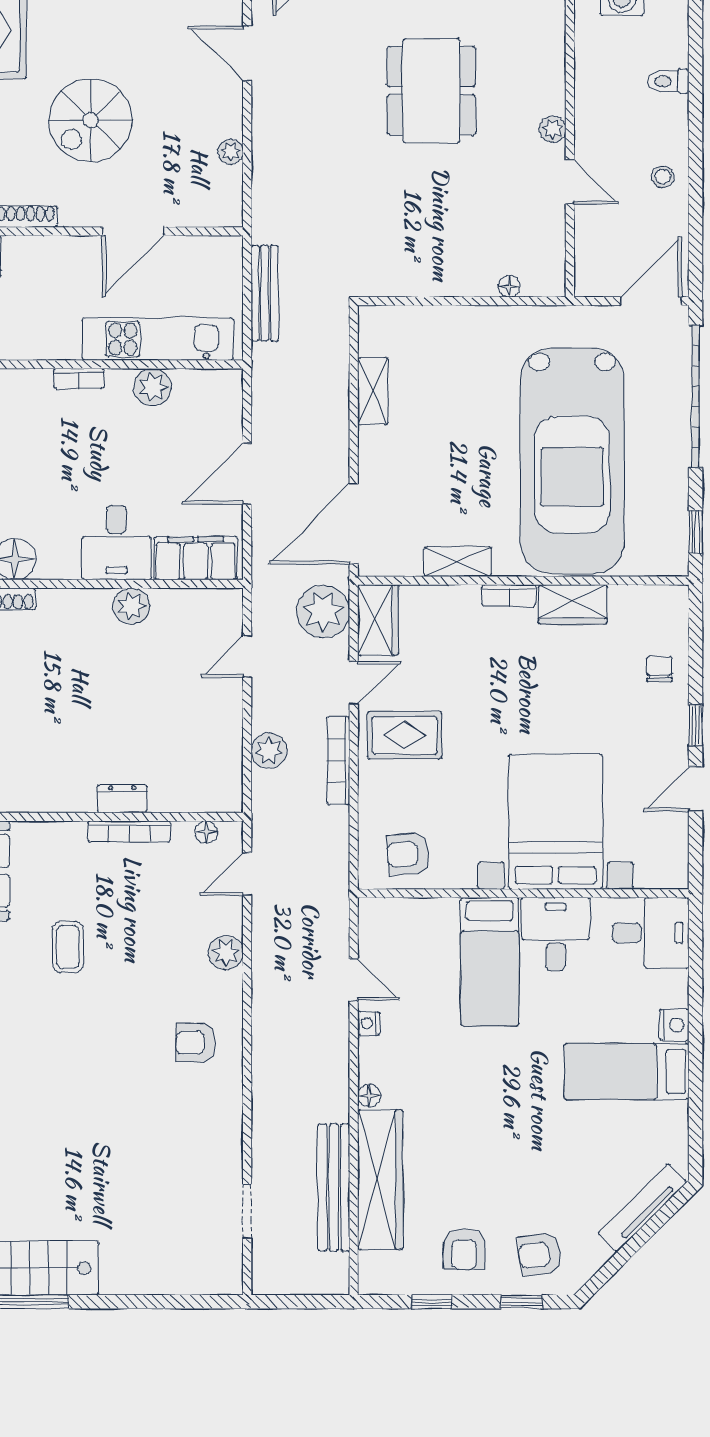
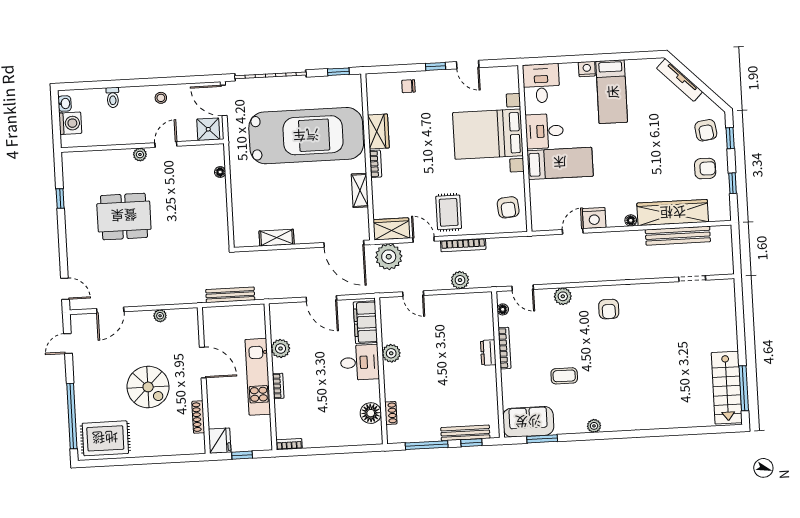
shower: (595, 267) -> (208, 129), added
kitchen unit: (158, 339) -> (258, 377), moved
nightstand: (369, 1023) -> (594, 218), width x1.89, depth x1.79

